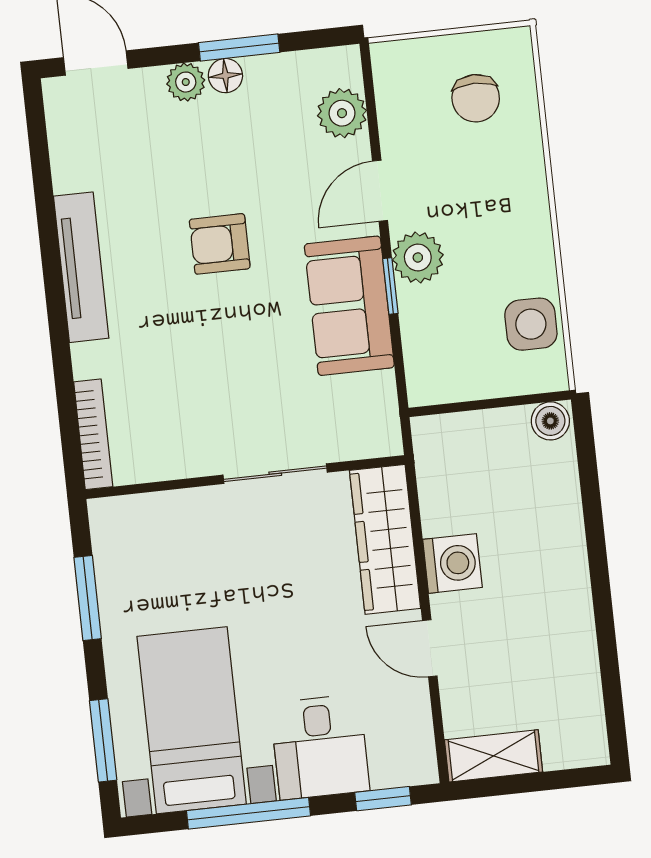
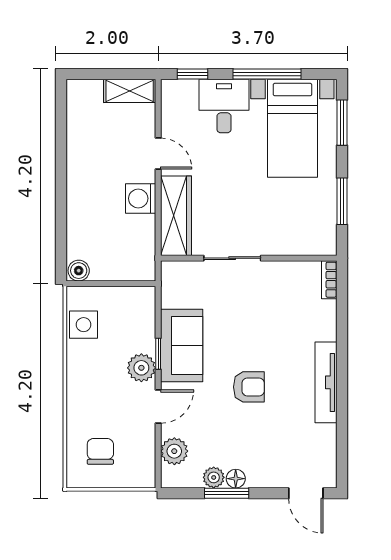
plant: (186, 82) -> (214, 477), moved
bookcase: (93, 434) -> (329, 280), width x0.64

